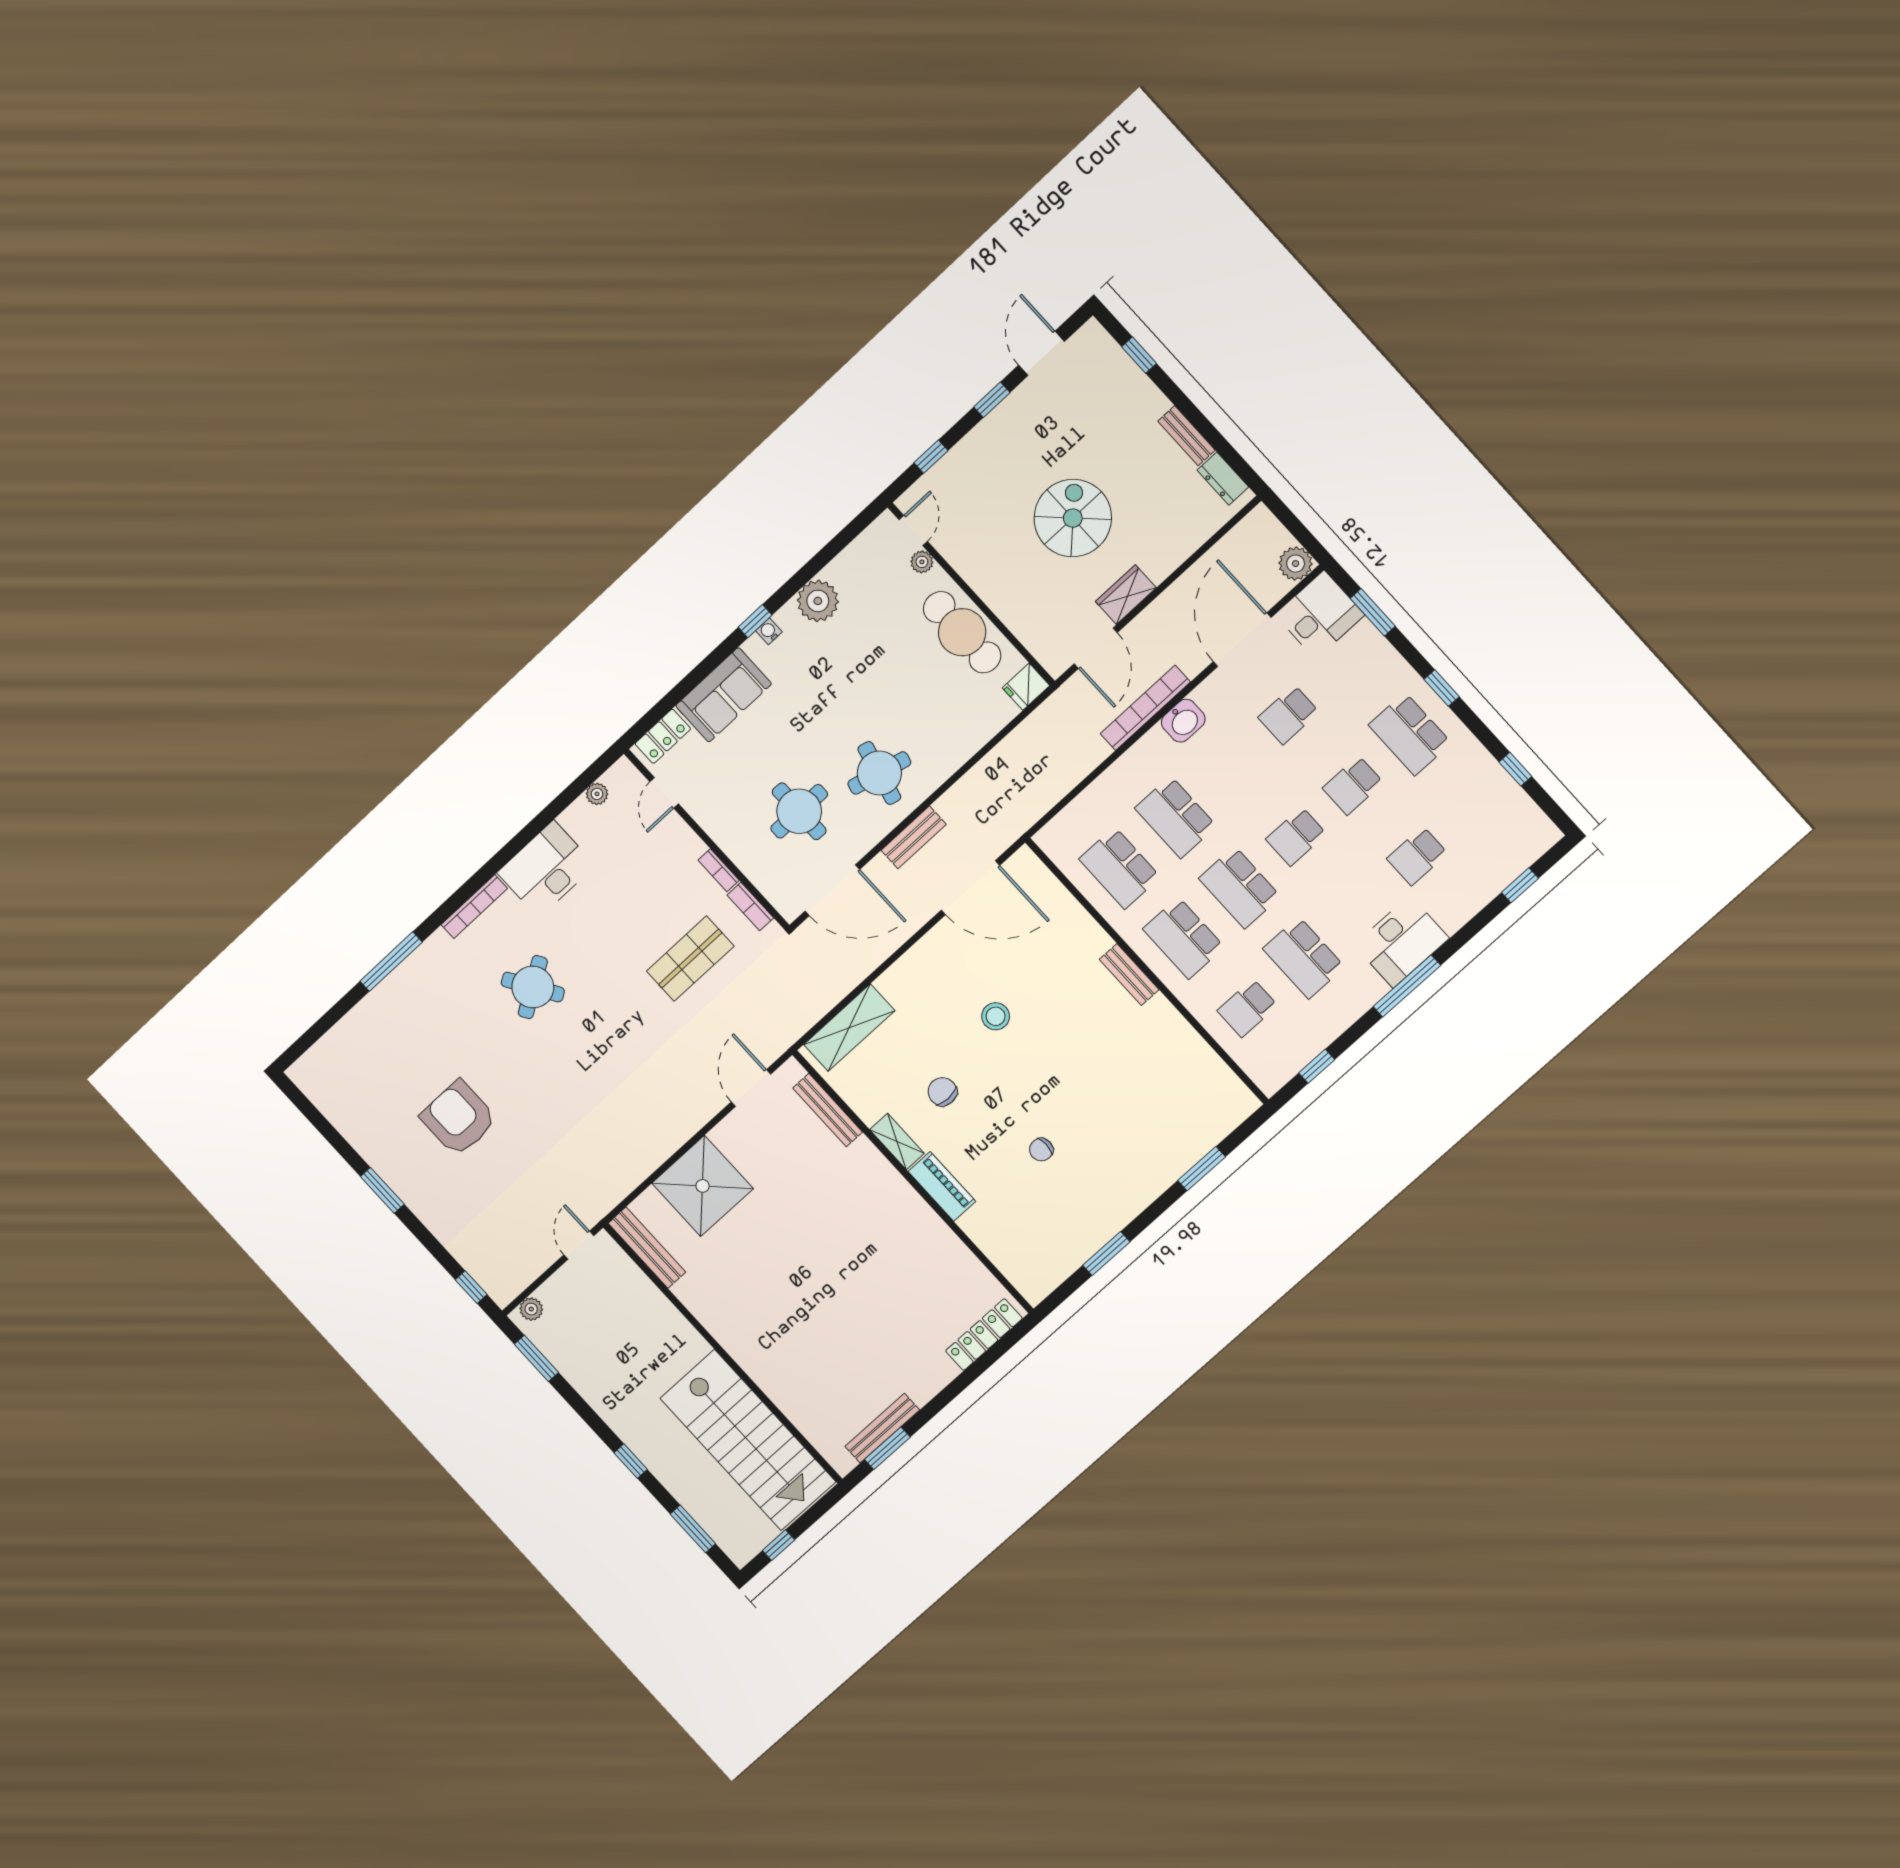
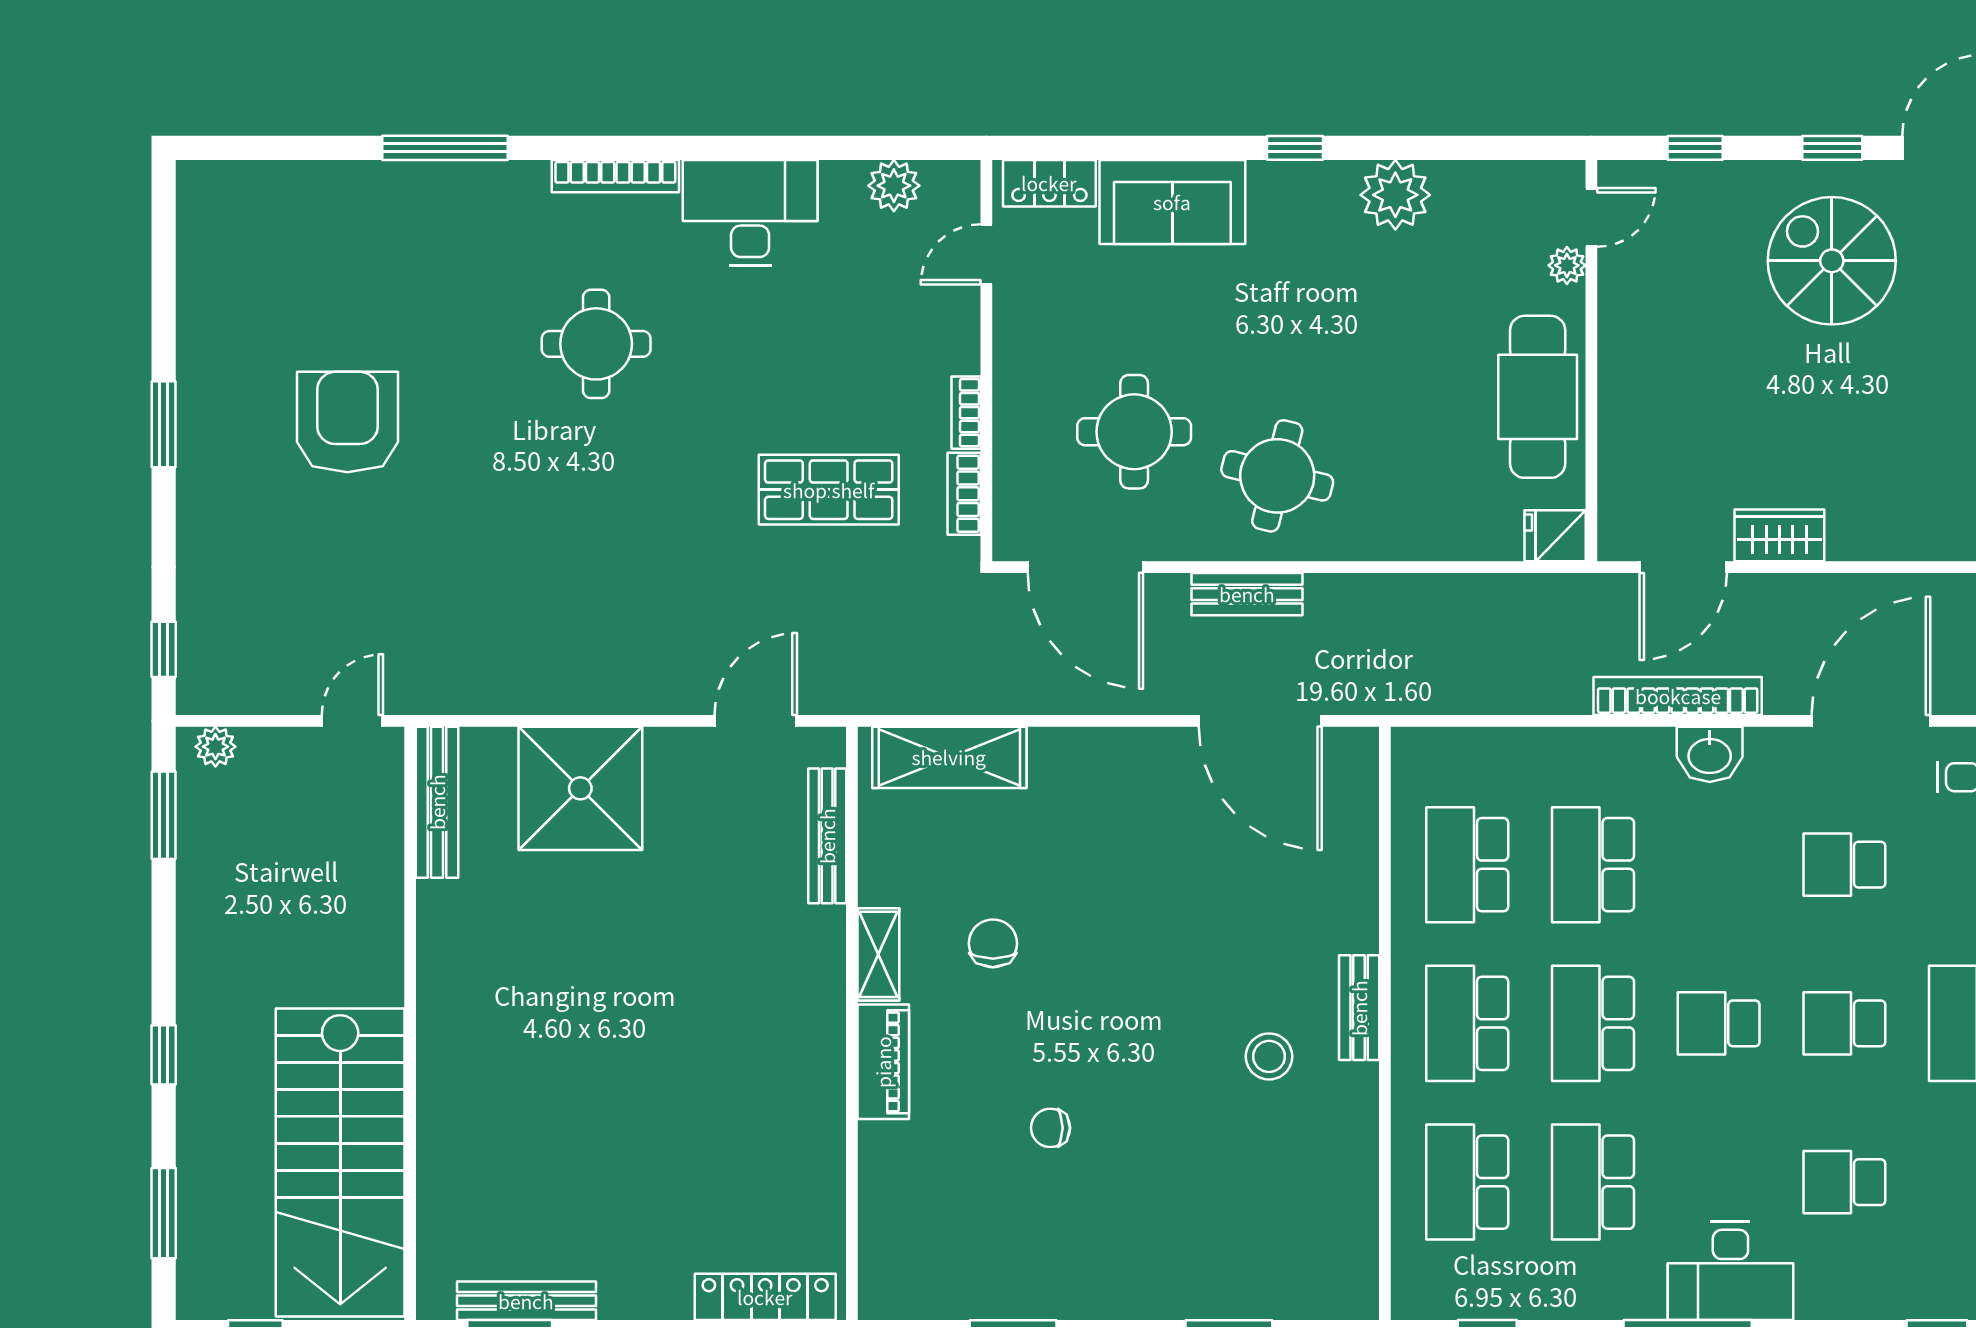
spiral stairs: (1073, 518) -> (1832, 261), moved, turned -90
water cooler: (769, 631) -> (1301, 176), removed
plant: (597, 794) -> (894, 186), width x1.38, depth x1.38
round table: (533, 987) -> (596, 344), turned 32
school desk: (1247, 1008) -> (1467, 1182), width x1.85
stool: (996, 1016) -> (1269, 1056), moved

